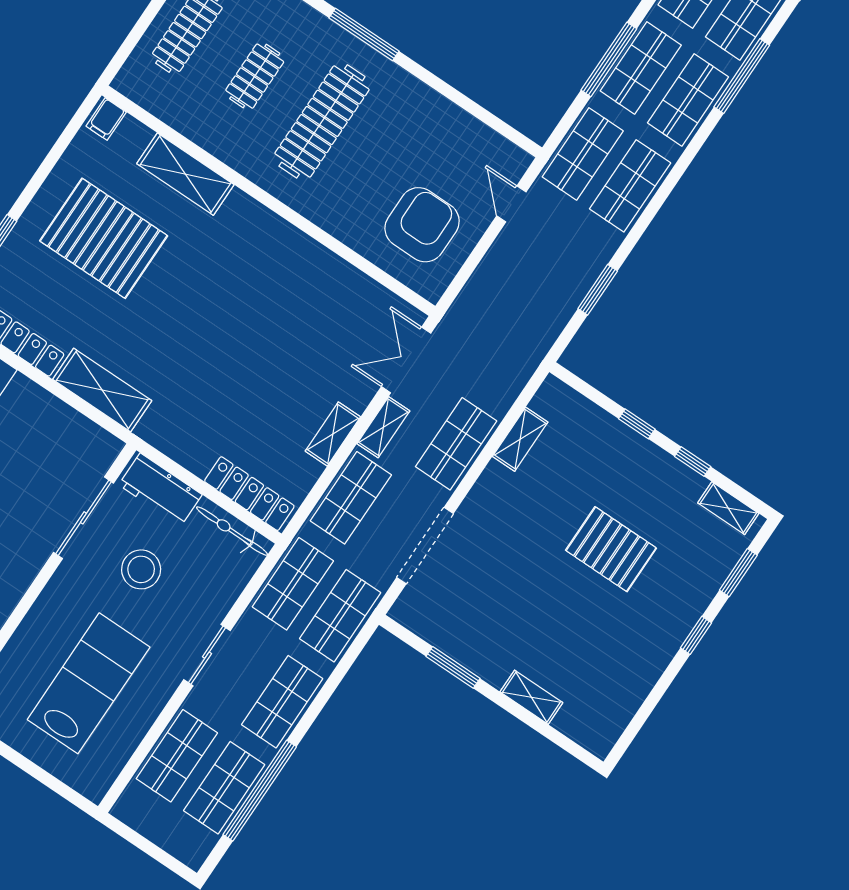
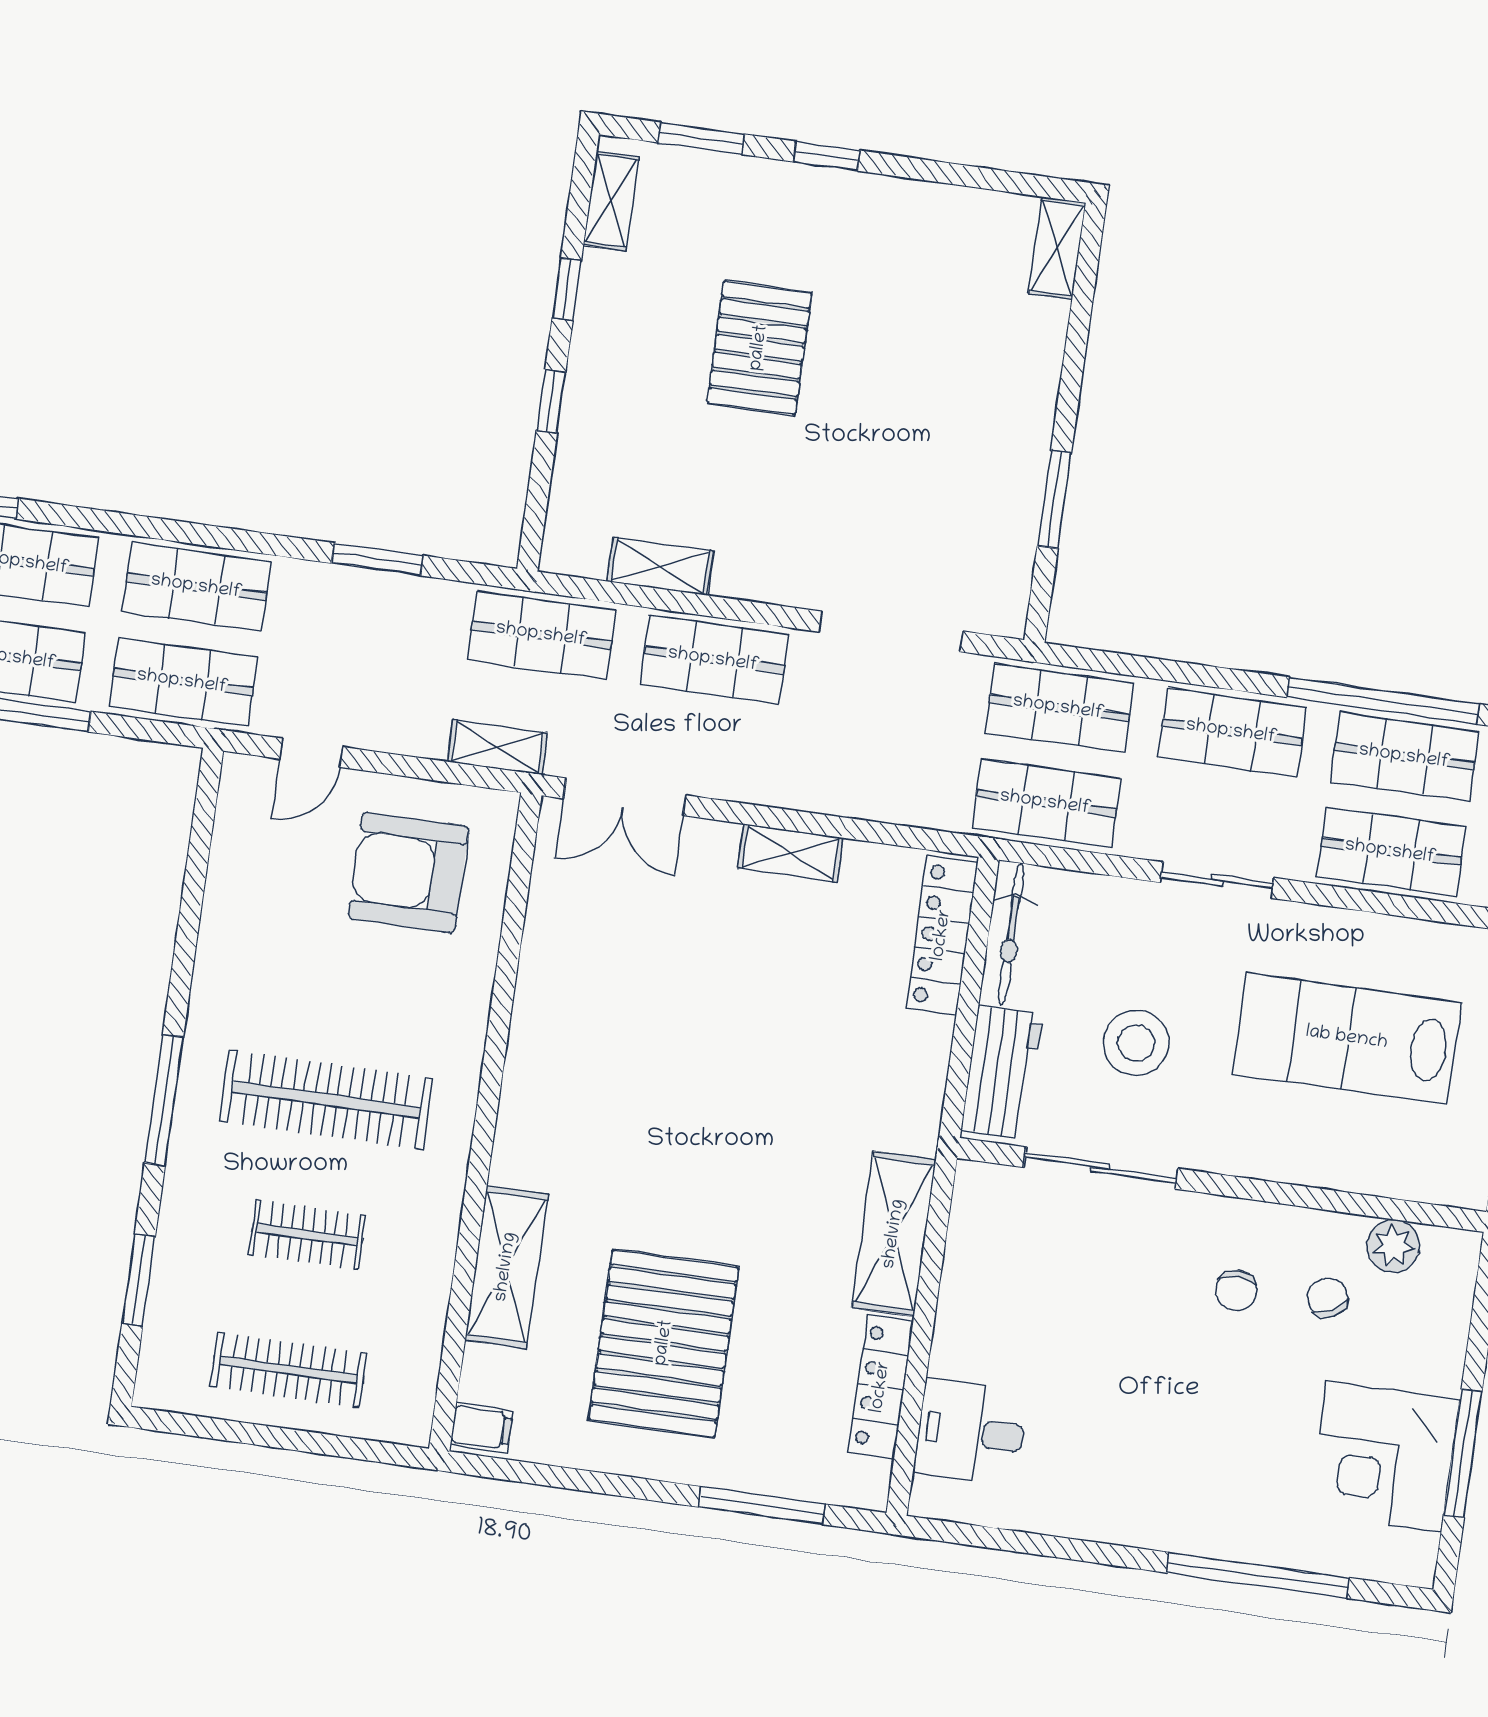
shelving: (383, 427) -> (497, 747), moved
shop shelf: (351, 498) -> (542, 635), moved
shelving: (531, 697) -> (1057, 248), moved

